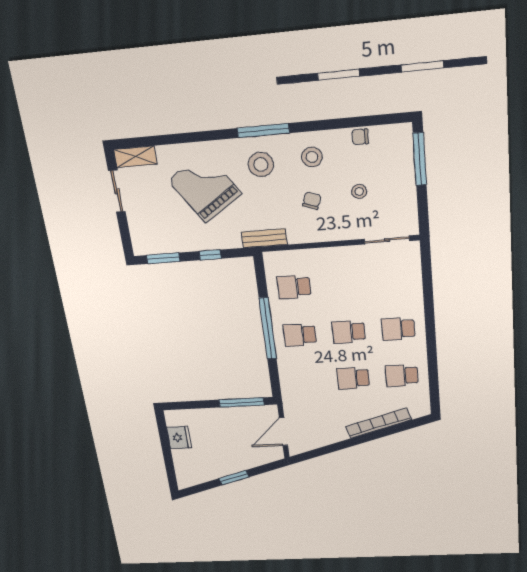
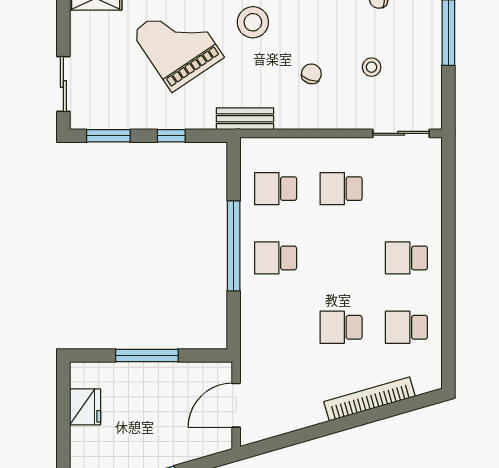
stool: (312, 157) -> (317, 18), removed
sliding door: (117, 191) -> (63, 84), moved
school desk: (349, 332) -> (341, 189), moved
window: (241, 402) -> (147, 355), moved

